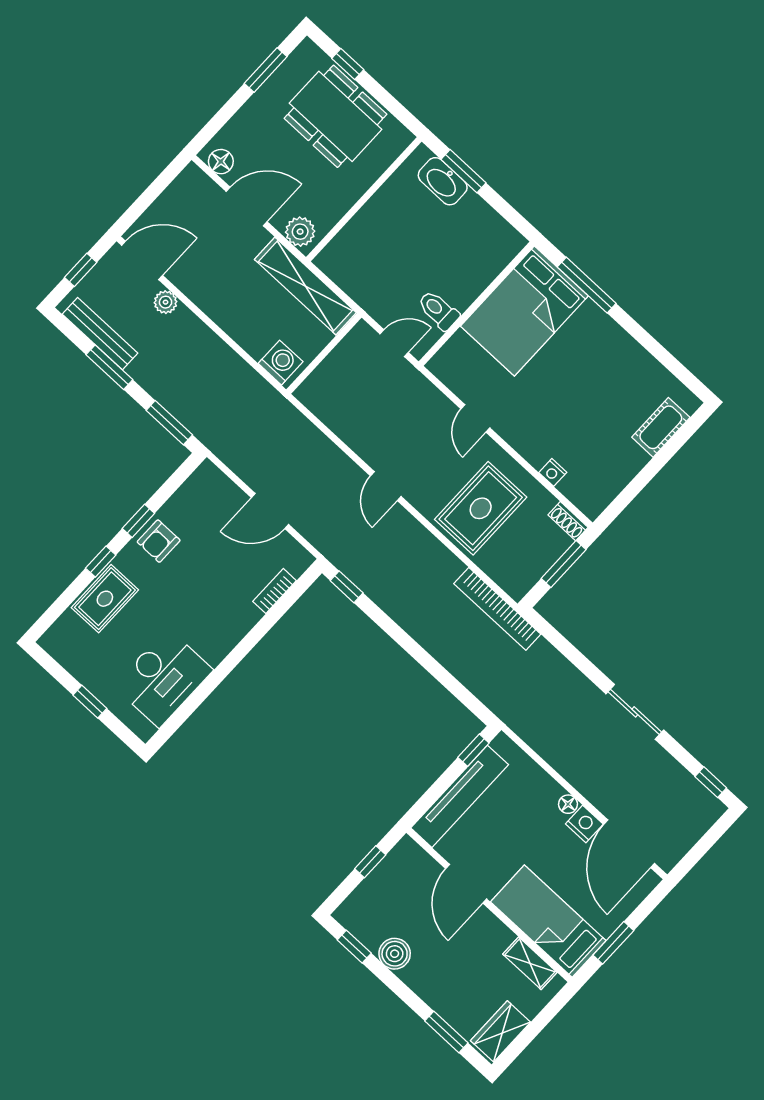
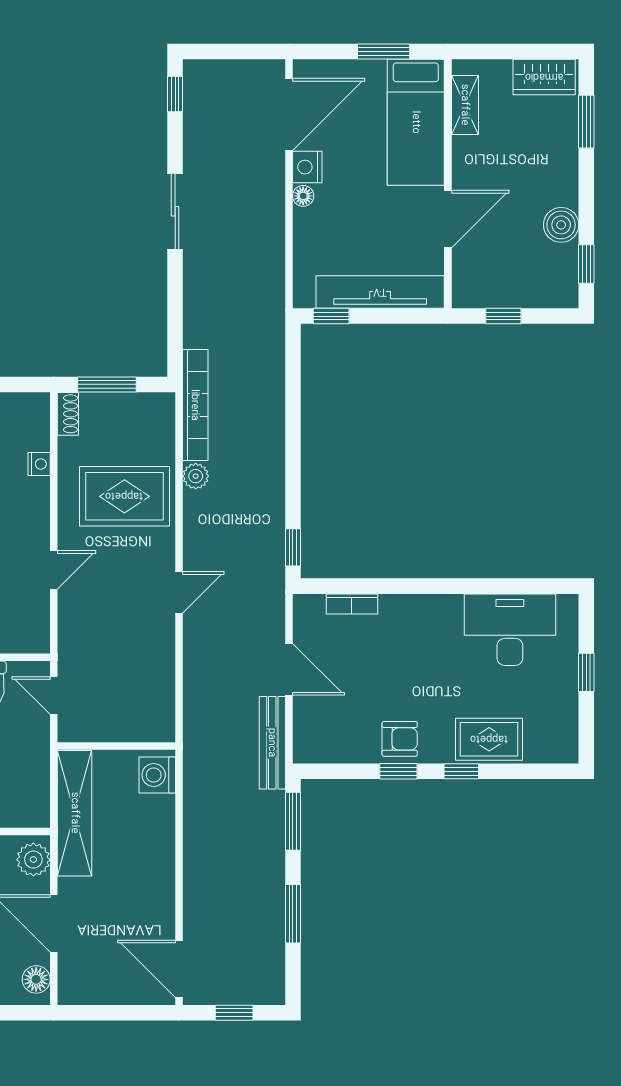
plant: (166, 302) -> (196, 476), moved
bench: (100, 334) -> (272, 743), moved

